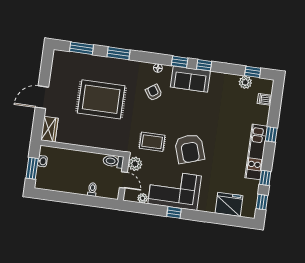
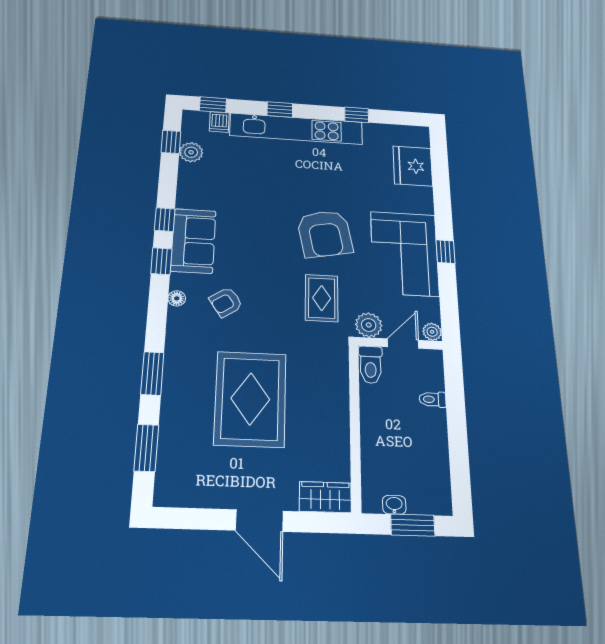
armchair: (190, 149) -> (325, 234), turned 97
kitchen unit: (256, 152) -> (296, 129), width x1.36
plant: (143, 198) -> (432, 332), moved
window: (262, 202) -> (213, 105), moved

